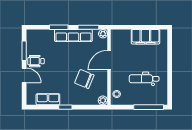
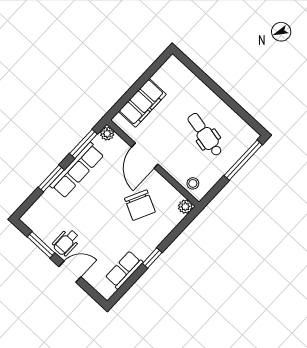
filing cabinet: (145, 37) -> (142, 103), moved
chair: (84, 79) -> (140, 205), turned -86
dental chair: (144, 79) -> (205, 135), turned 102

